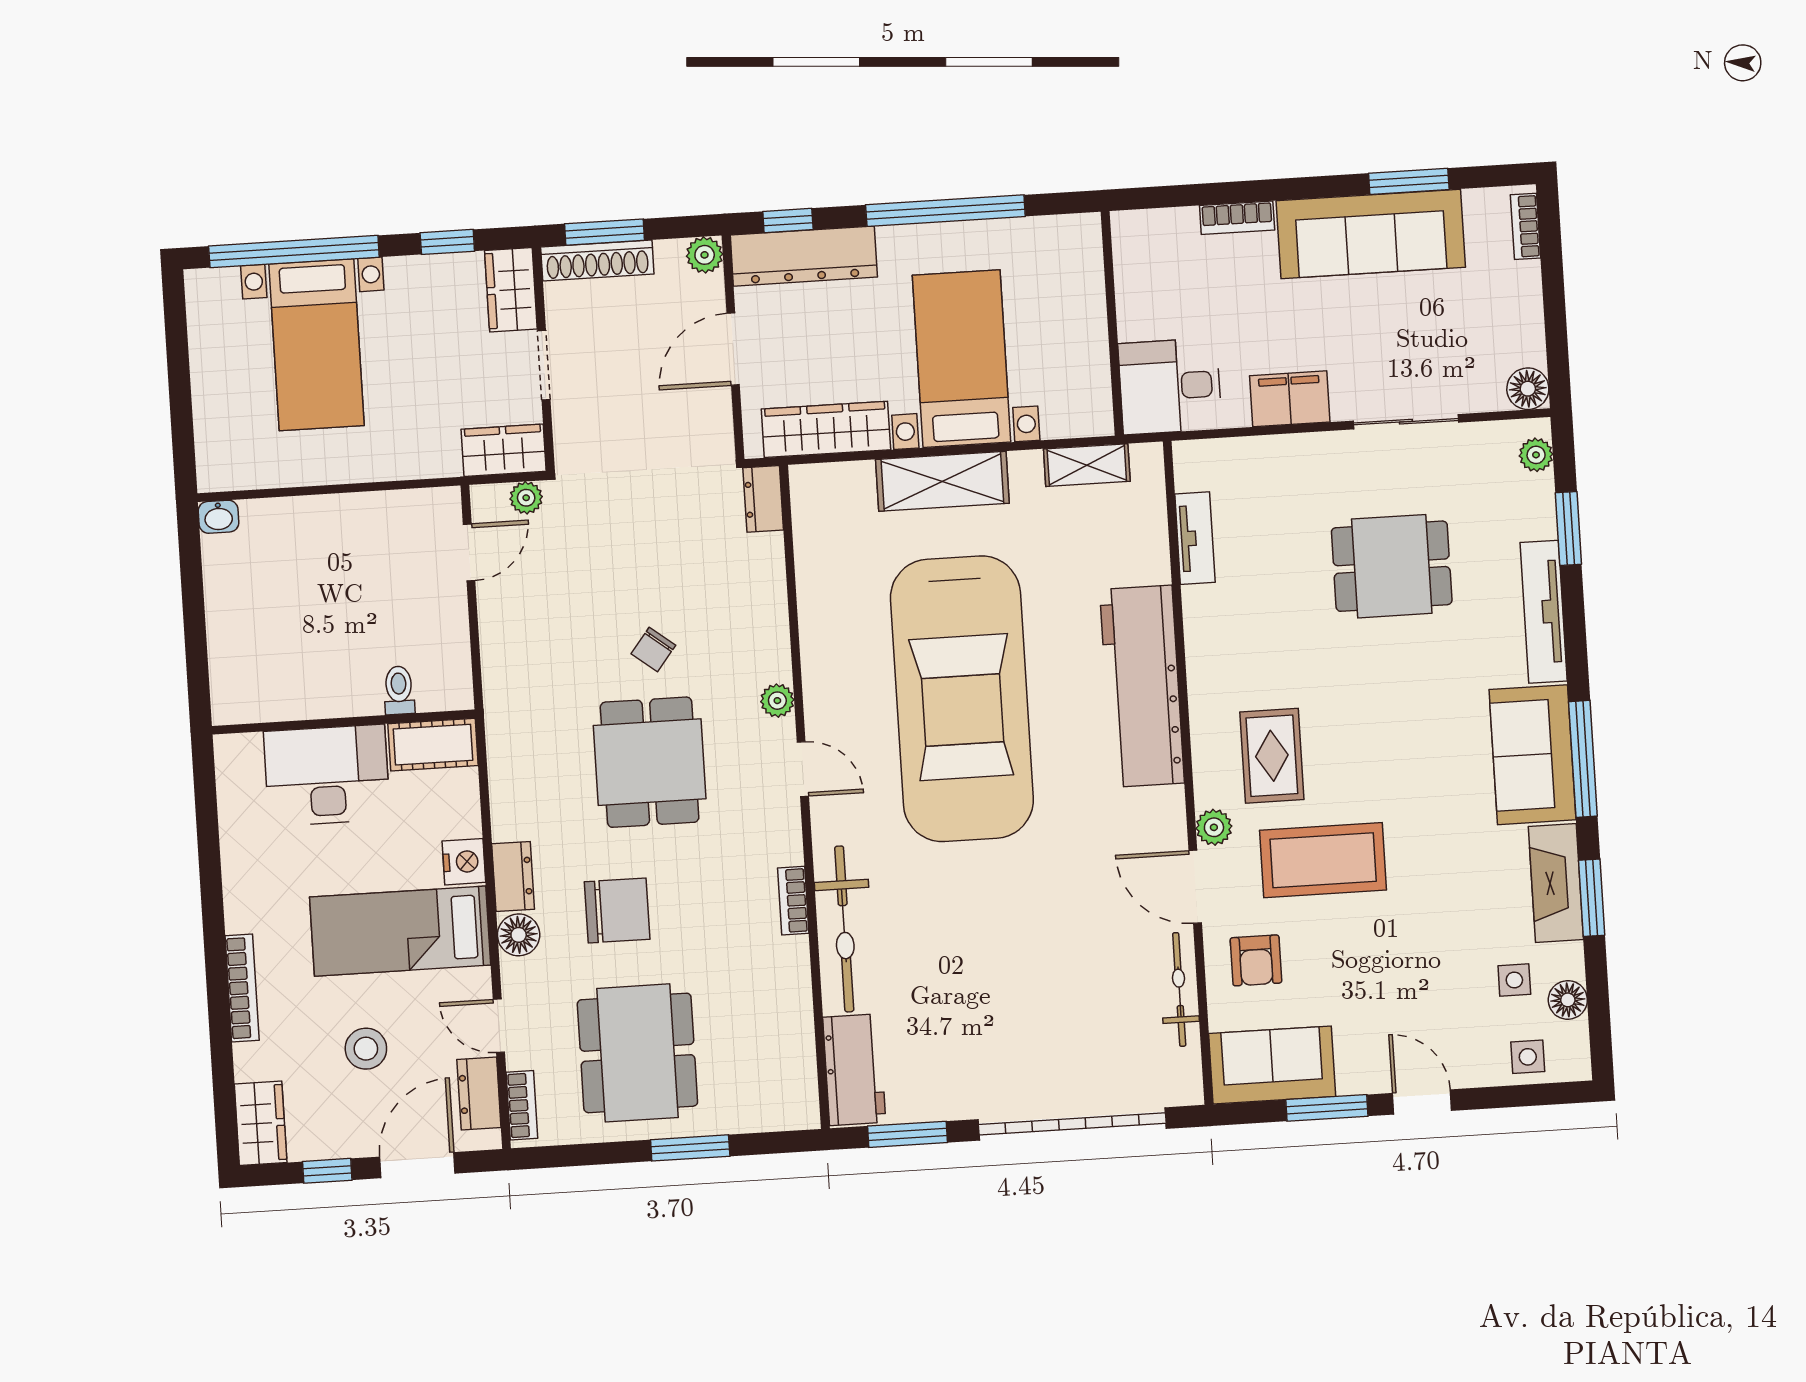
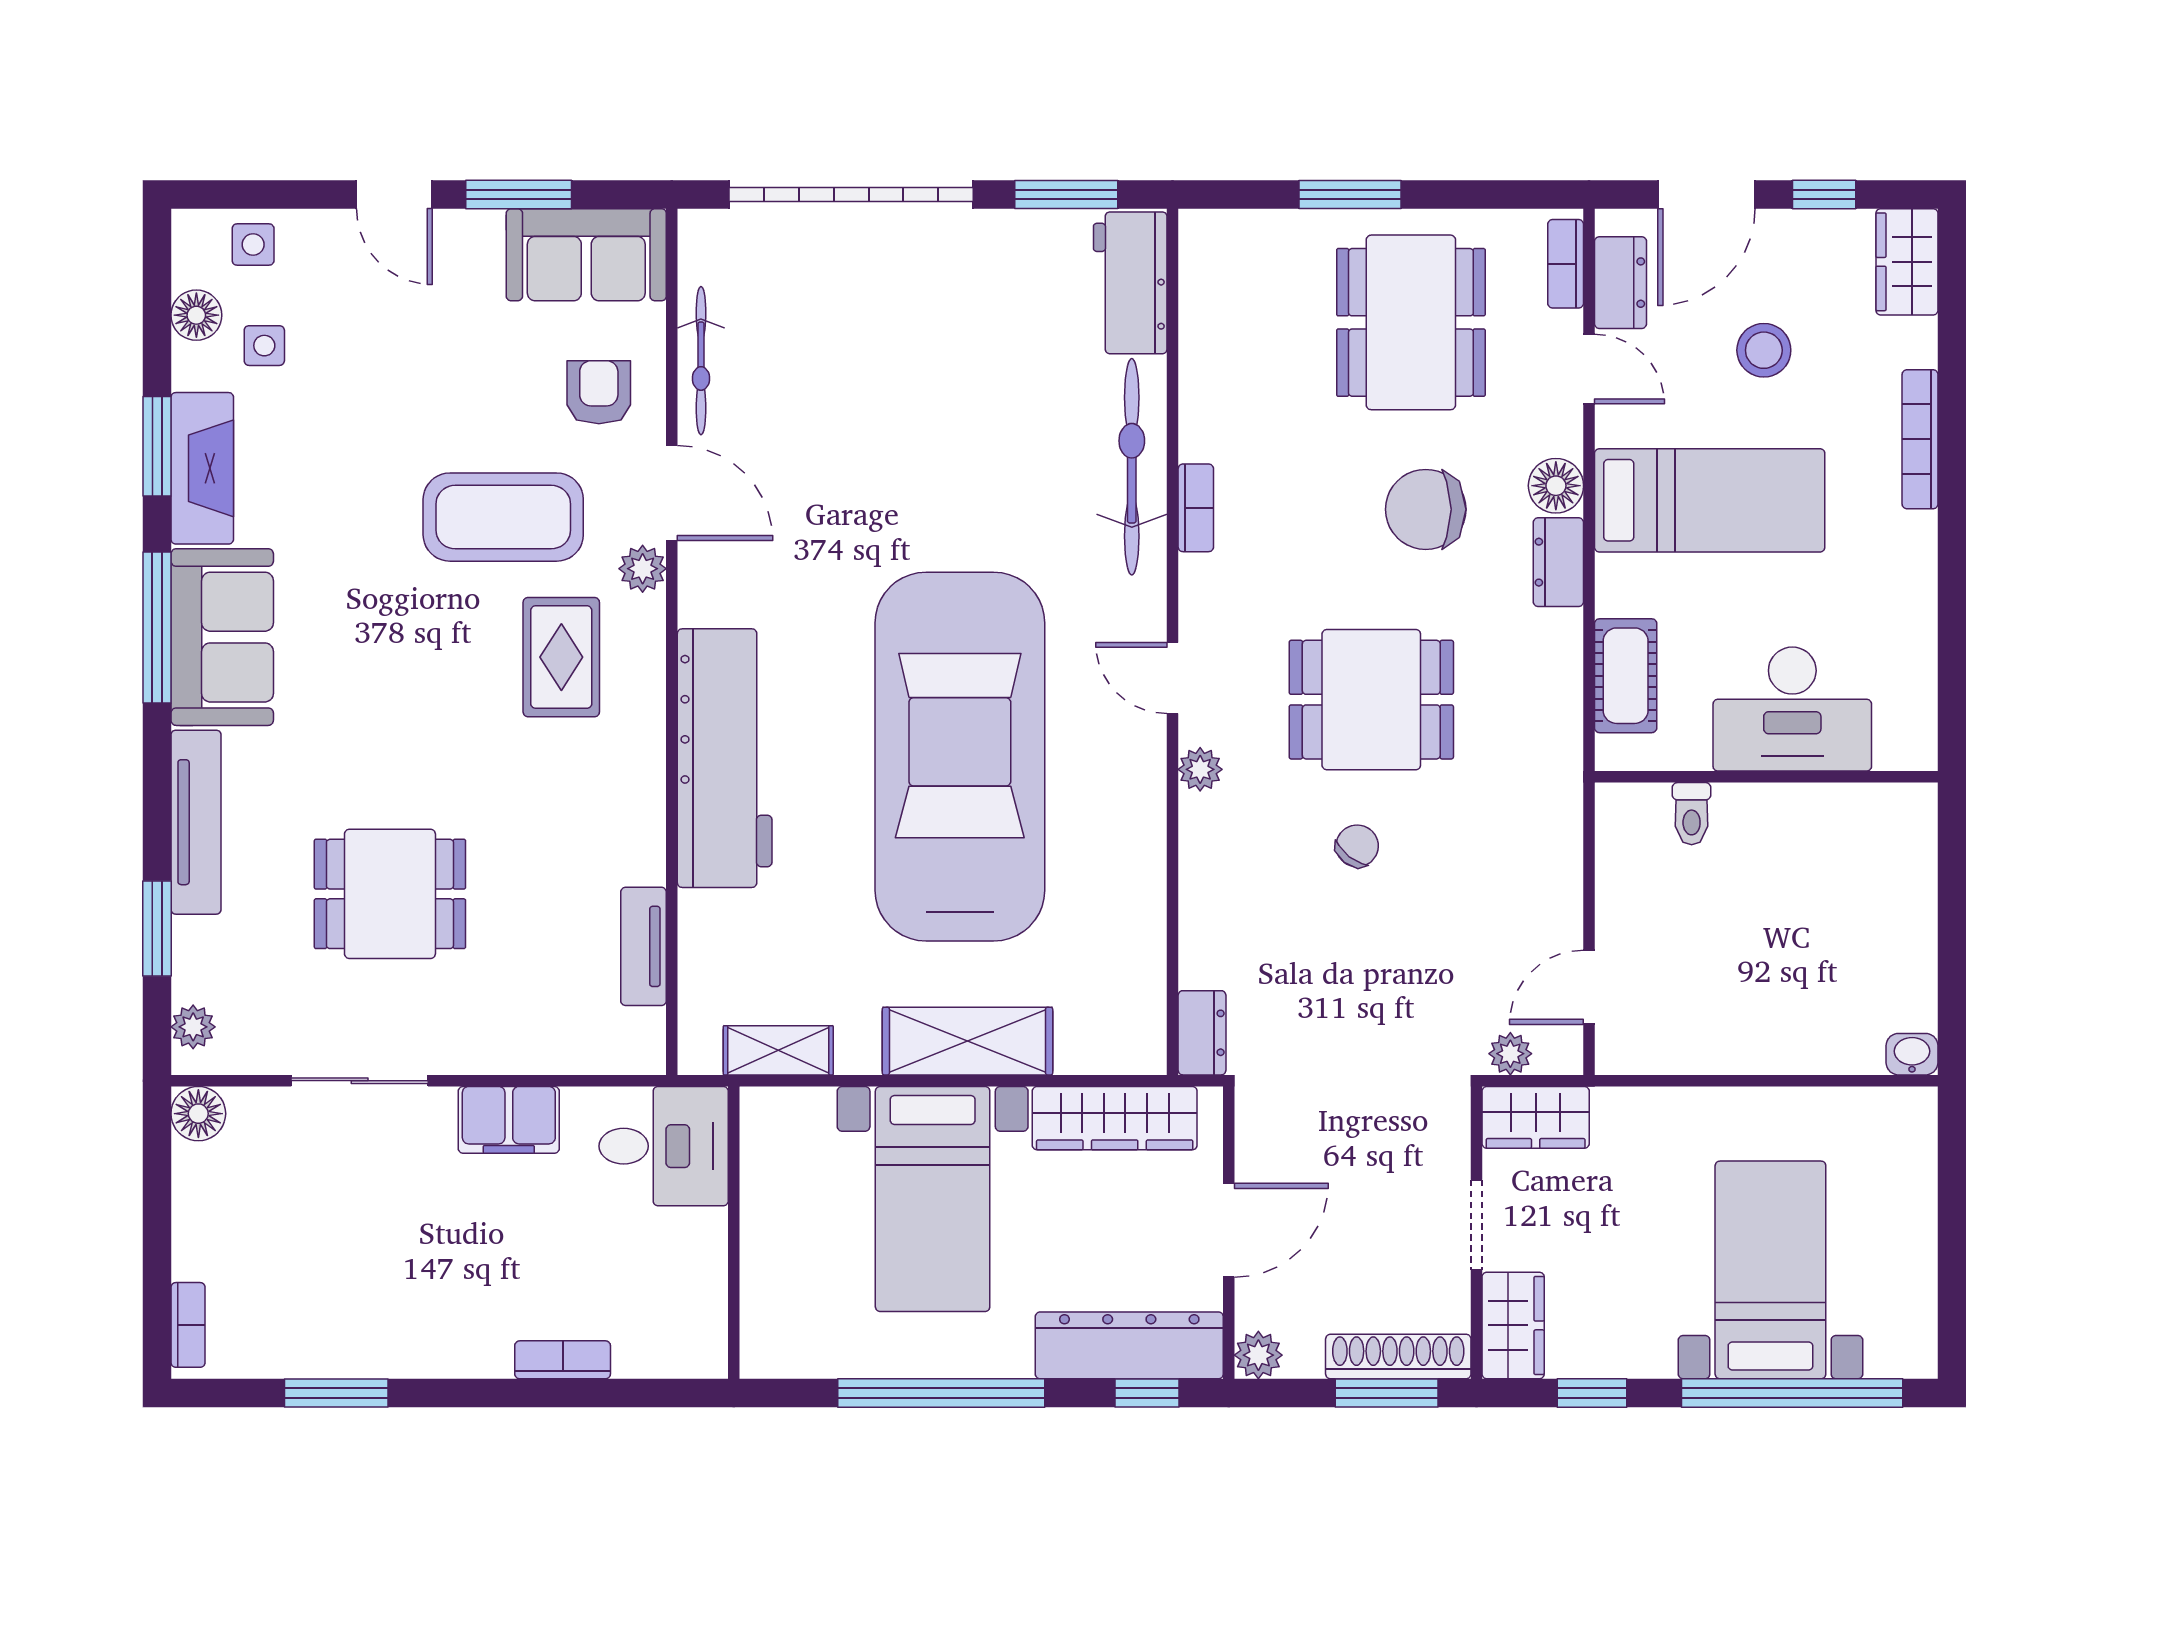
sofa: (1371, 234) -> (390, 1328), removed
cot: (433, 745) -> (1626, 676), moved, turned 90
dining table: (650, 762) -> (1371, 700), turned 90
nightstand: (464, 862) -> (1621, 585), removed

